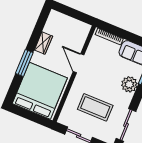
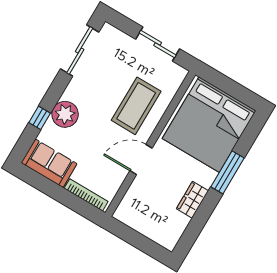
door: (79, 63) -> (141, 159), swing flipped
coffee table: (95, 107) -> (136, 106), moved, turned 90

